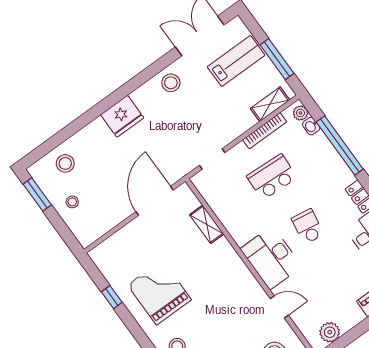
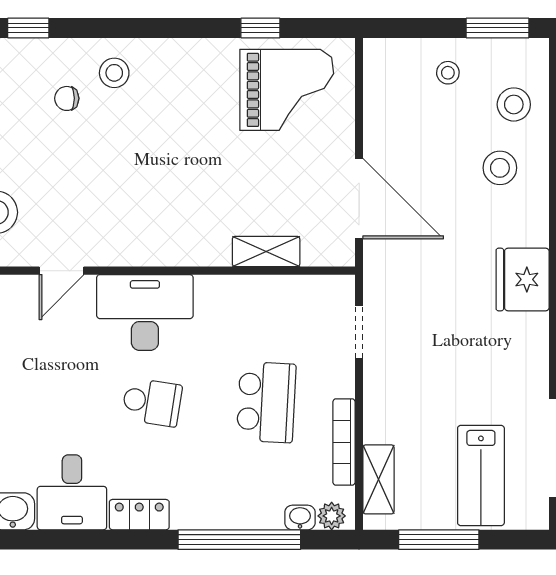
stool: (171, 83) -> (500, 168), moved
fridge: (122, 116) -> (523, 279), moved
grand piano: (159, 292) -> (287, 90), moved

